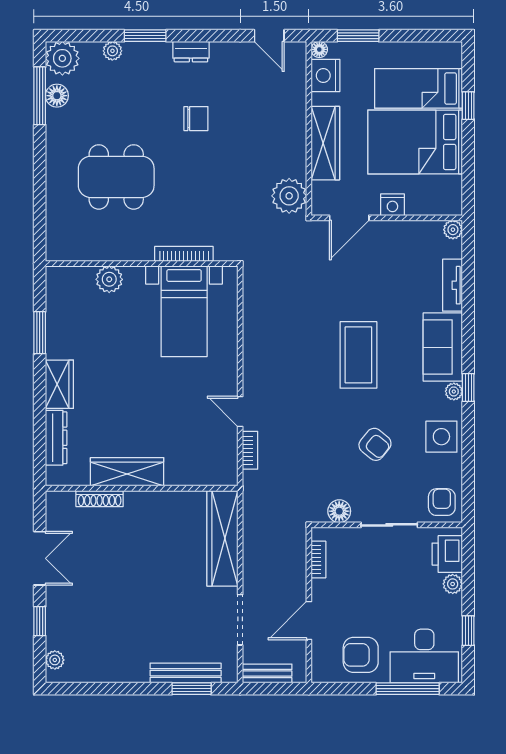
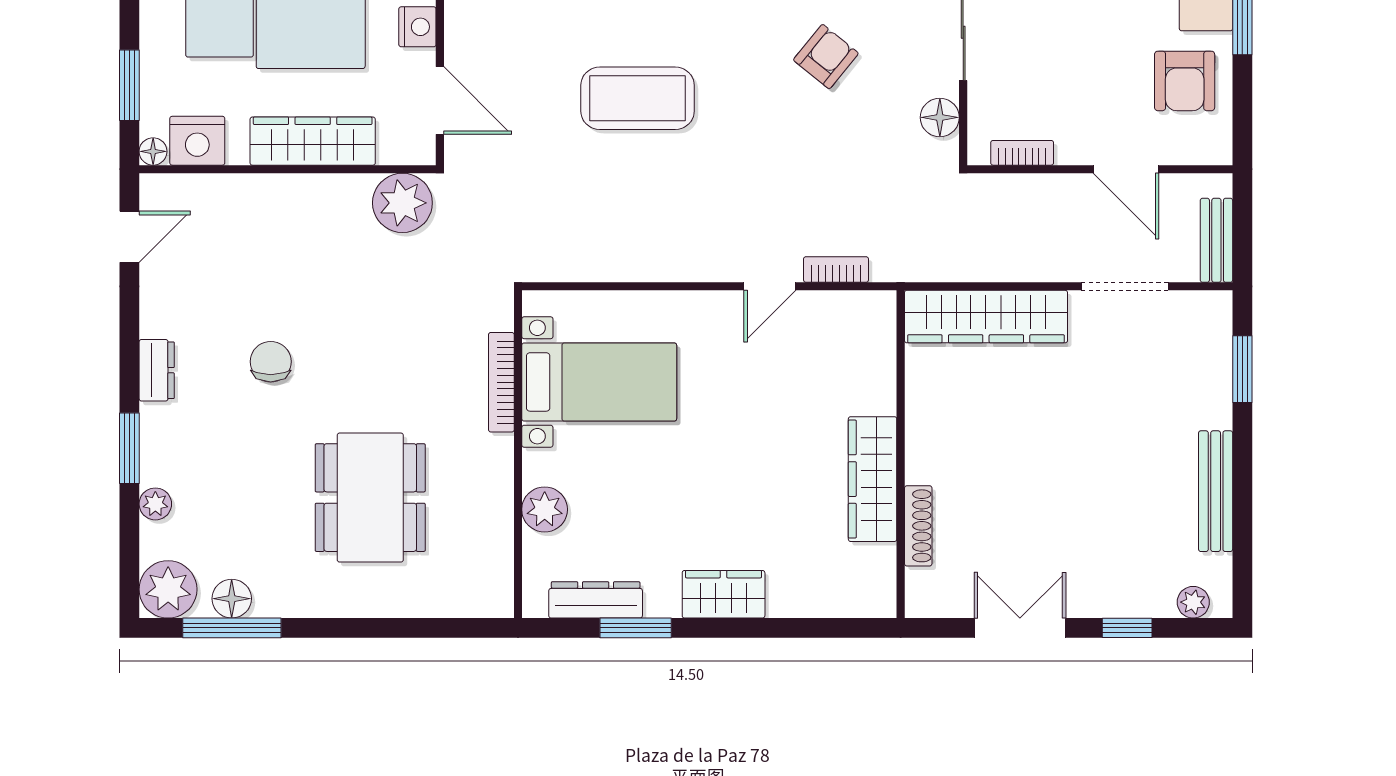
coffee table: (358, 355) -> (638, 98), moved
dresser: (56, 438) -> (596, 600), moved
bench: (186, 673) -> (1216, 491), moved

